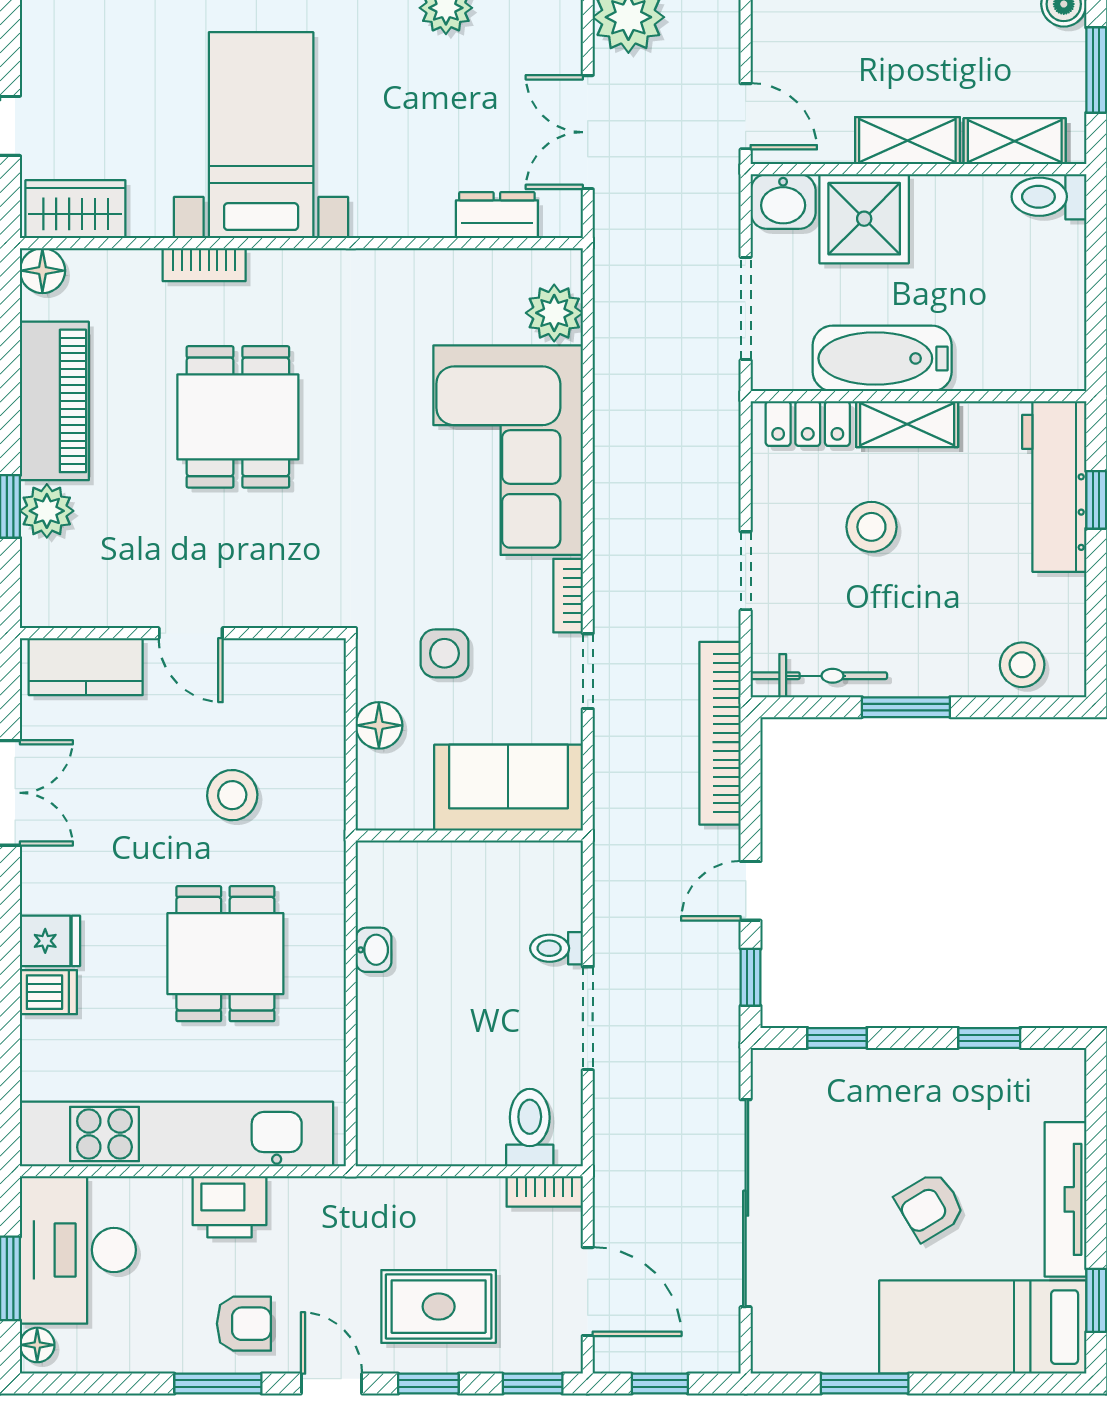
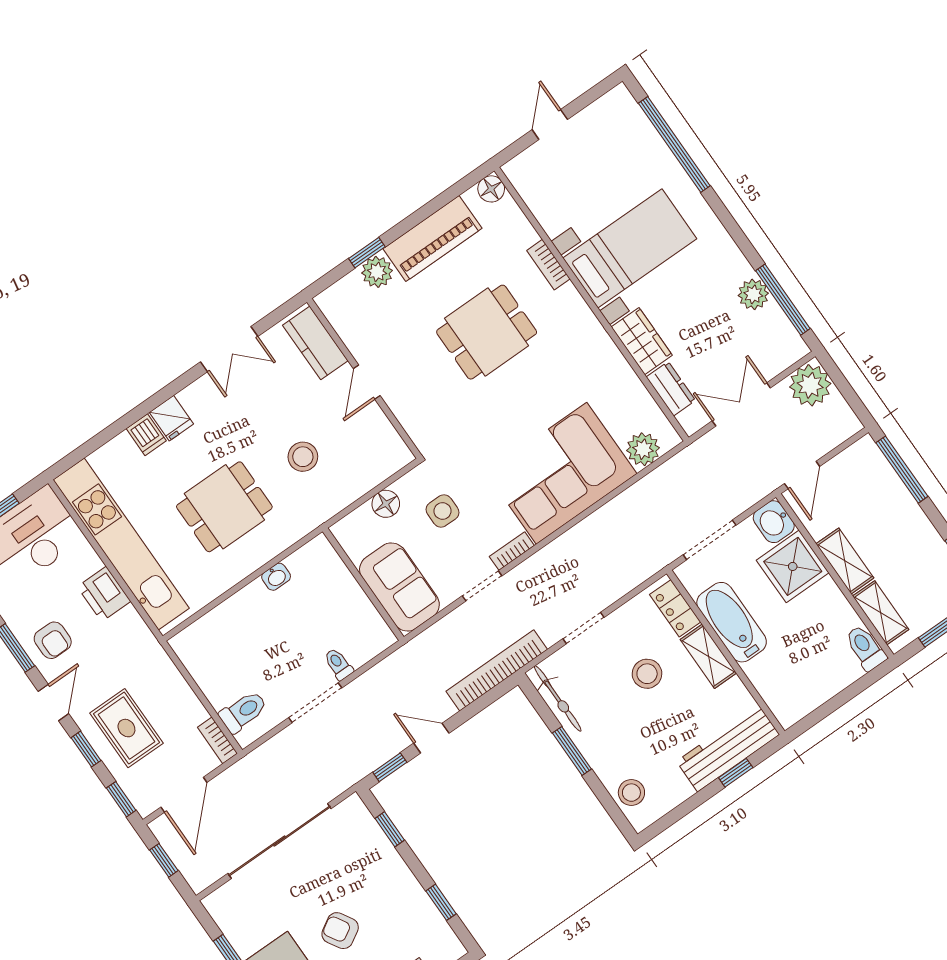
wardrobe: (75, 209) -> (642, 341), moved

